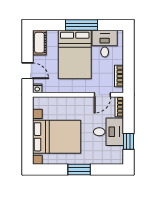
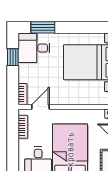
desk: (108, 132) -> (34, 48), moved
window: (79, 170) -> (43, 27), moved

